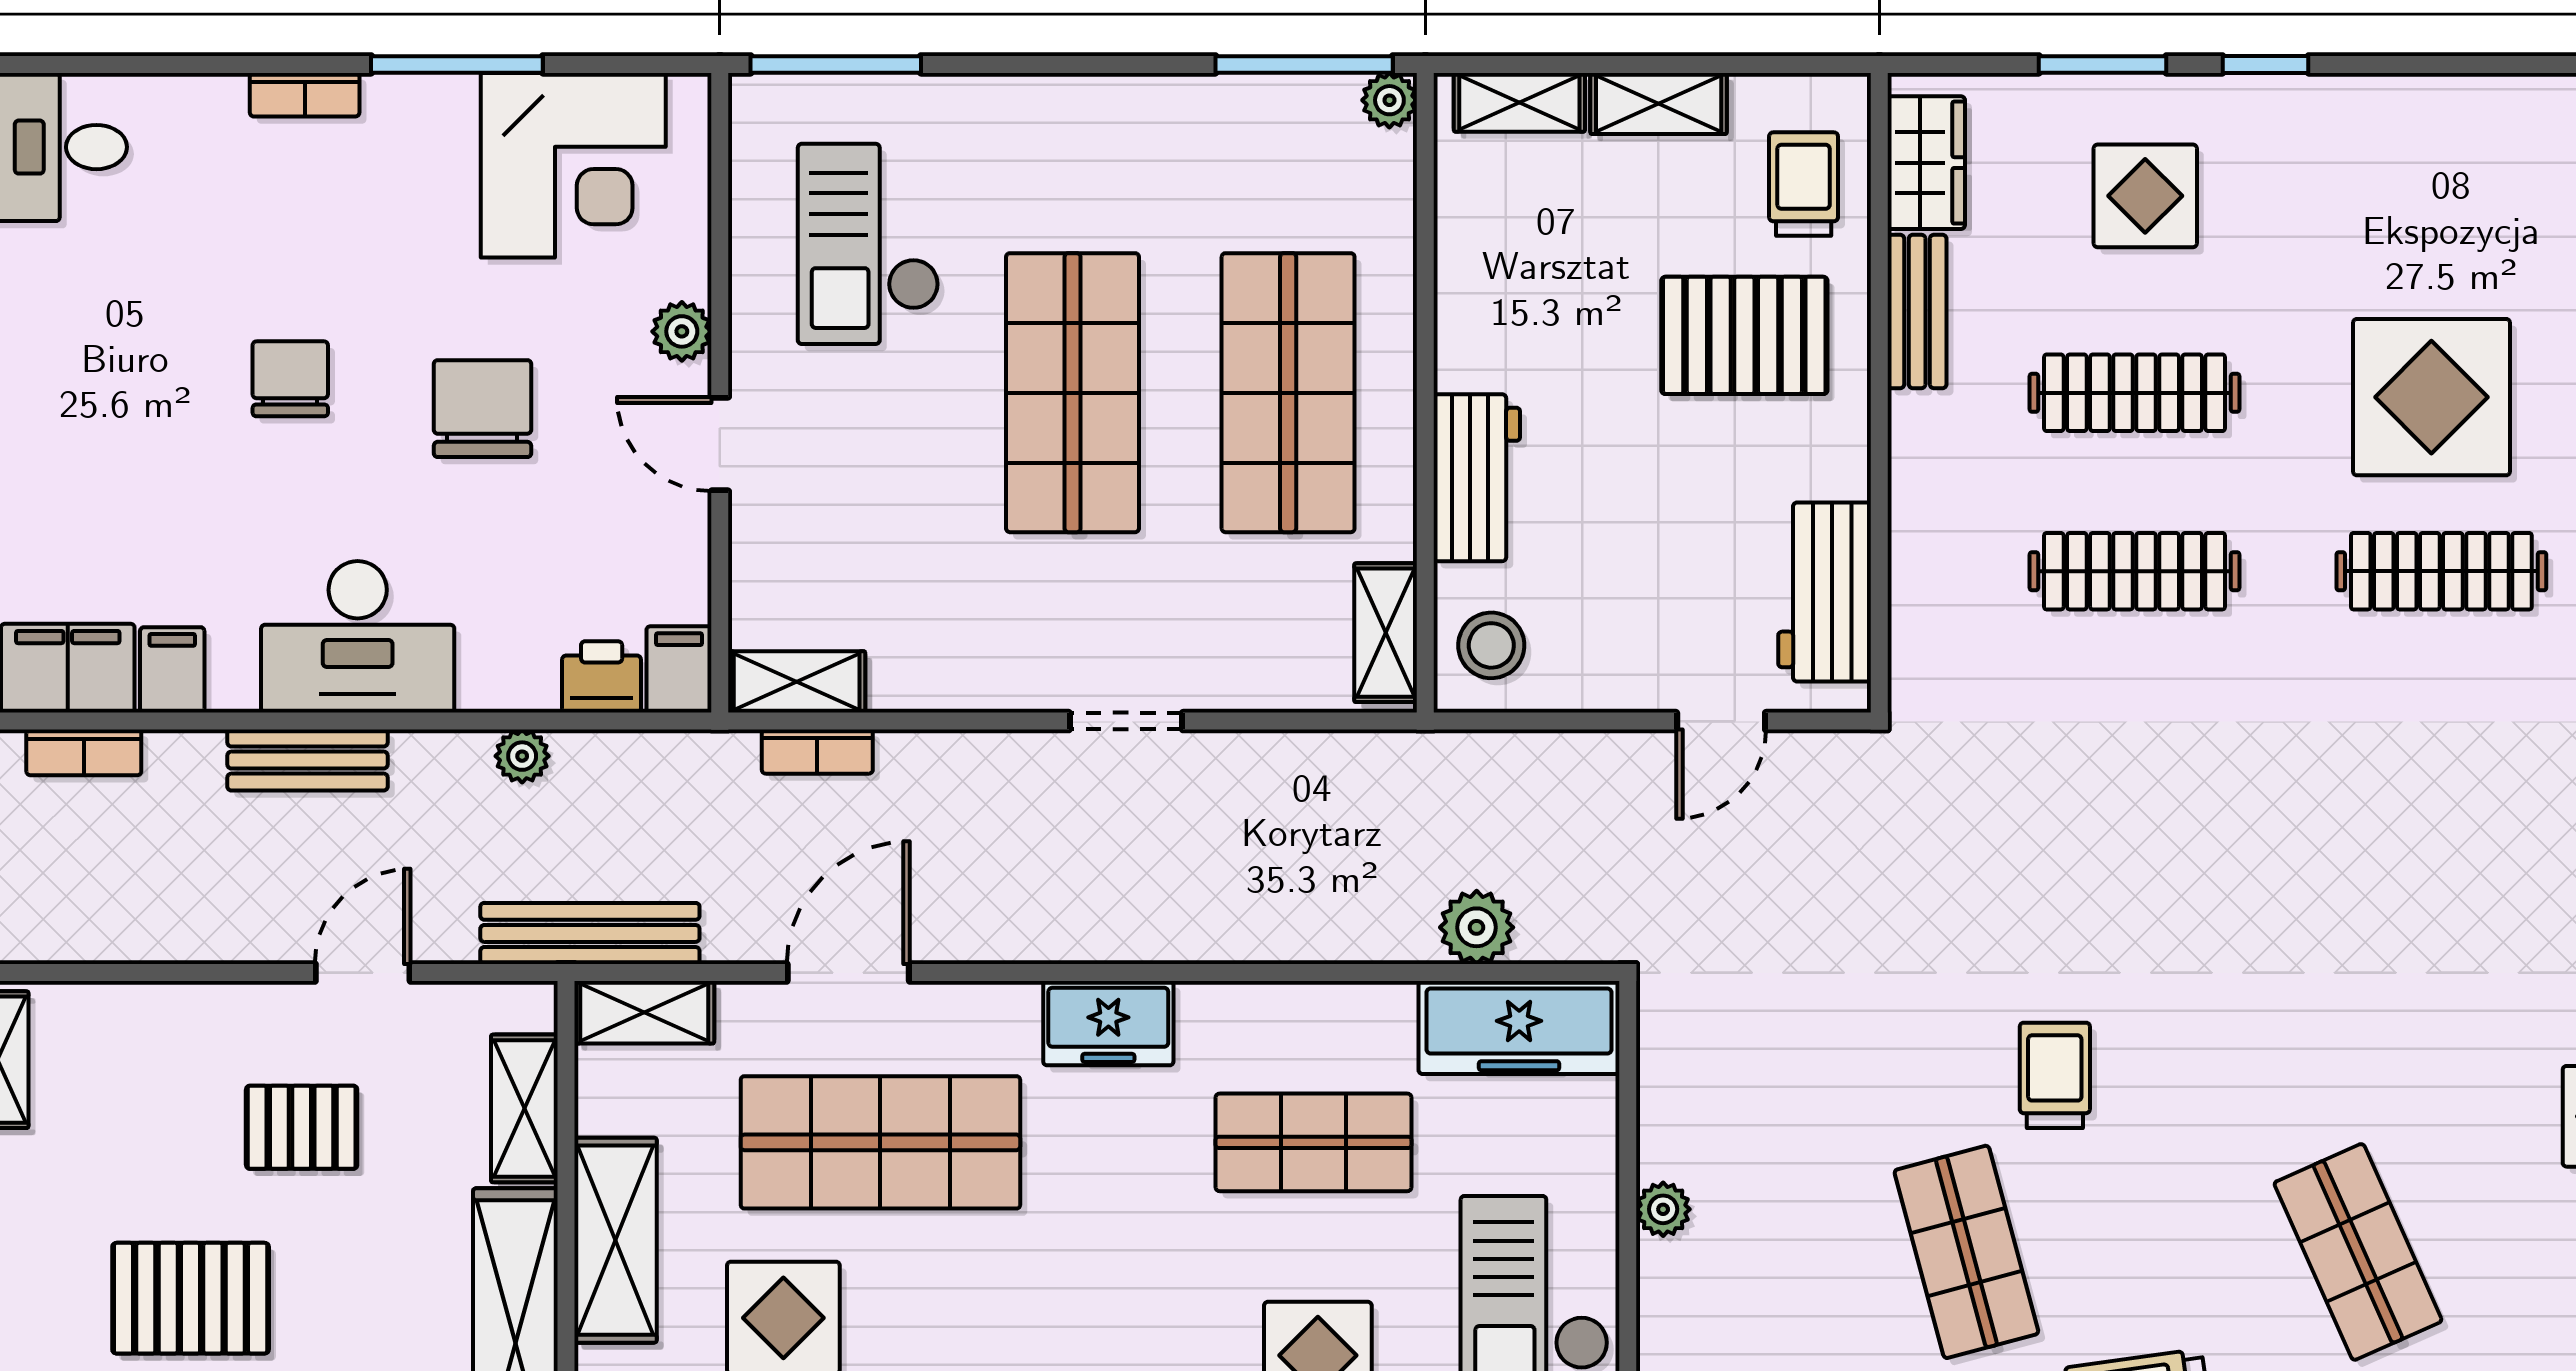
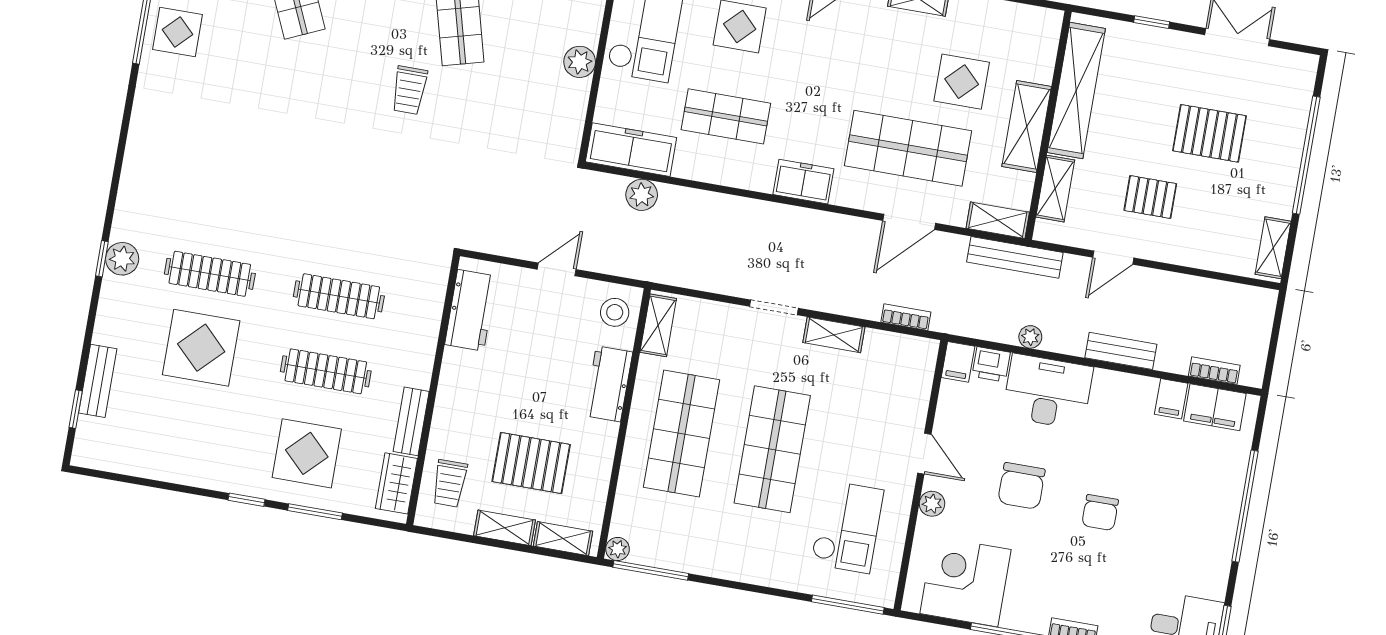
display table: (2145, 196) -> (307, 453), width x1.36, depth x1.36
pallet: (1744, 335) -> (531, 463), moved
desk: (358, 637) -> (1048, 392), moved
shelving: (797, 682) -> (834, 335), moved
door: (1721, 721) -> (557, 269), moved
plant: (1663, 1209) -> (580, 62), width x1.38, depth x1.38

